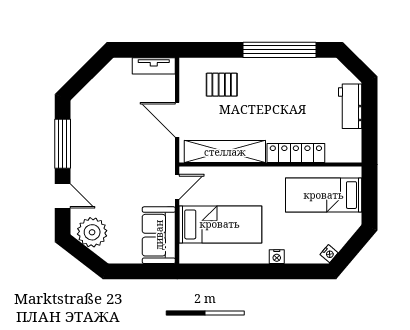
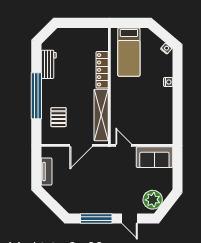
window: (279, 50) -> (36, 96), moved
tv unit: (154, 66) -> (47, 172), moved
workbench: (350, 106) -> (49, 64), moved, turned -90
door: (63, 196) -> (130, 218), swing flipped
bed: (220, 224) -> (148, 118), removed

